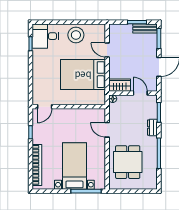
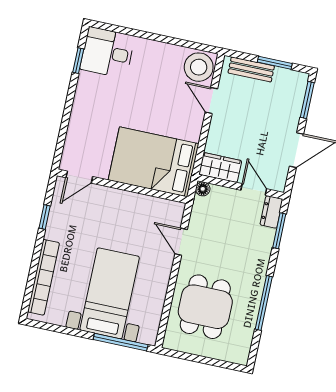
bench: (145, 29) -> (251, 69), moved
stool: (76, 35) -> (199, 67), moved
bed: (83, 75) -> (154, 162), moved
dresser: (152, 128) -> (271, 212), moved

